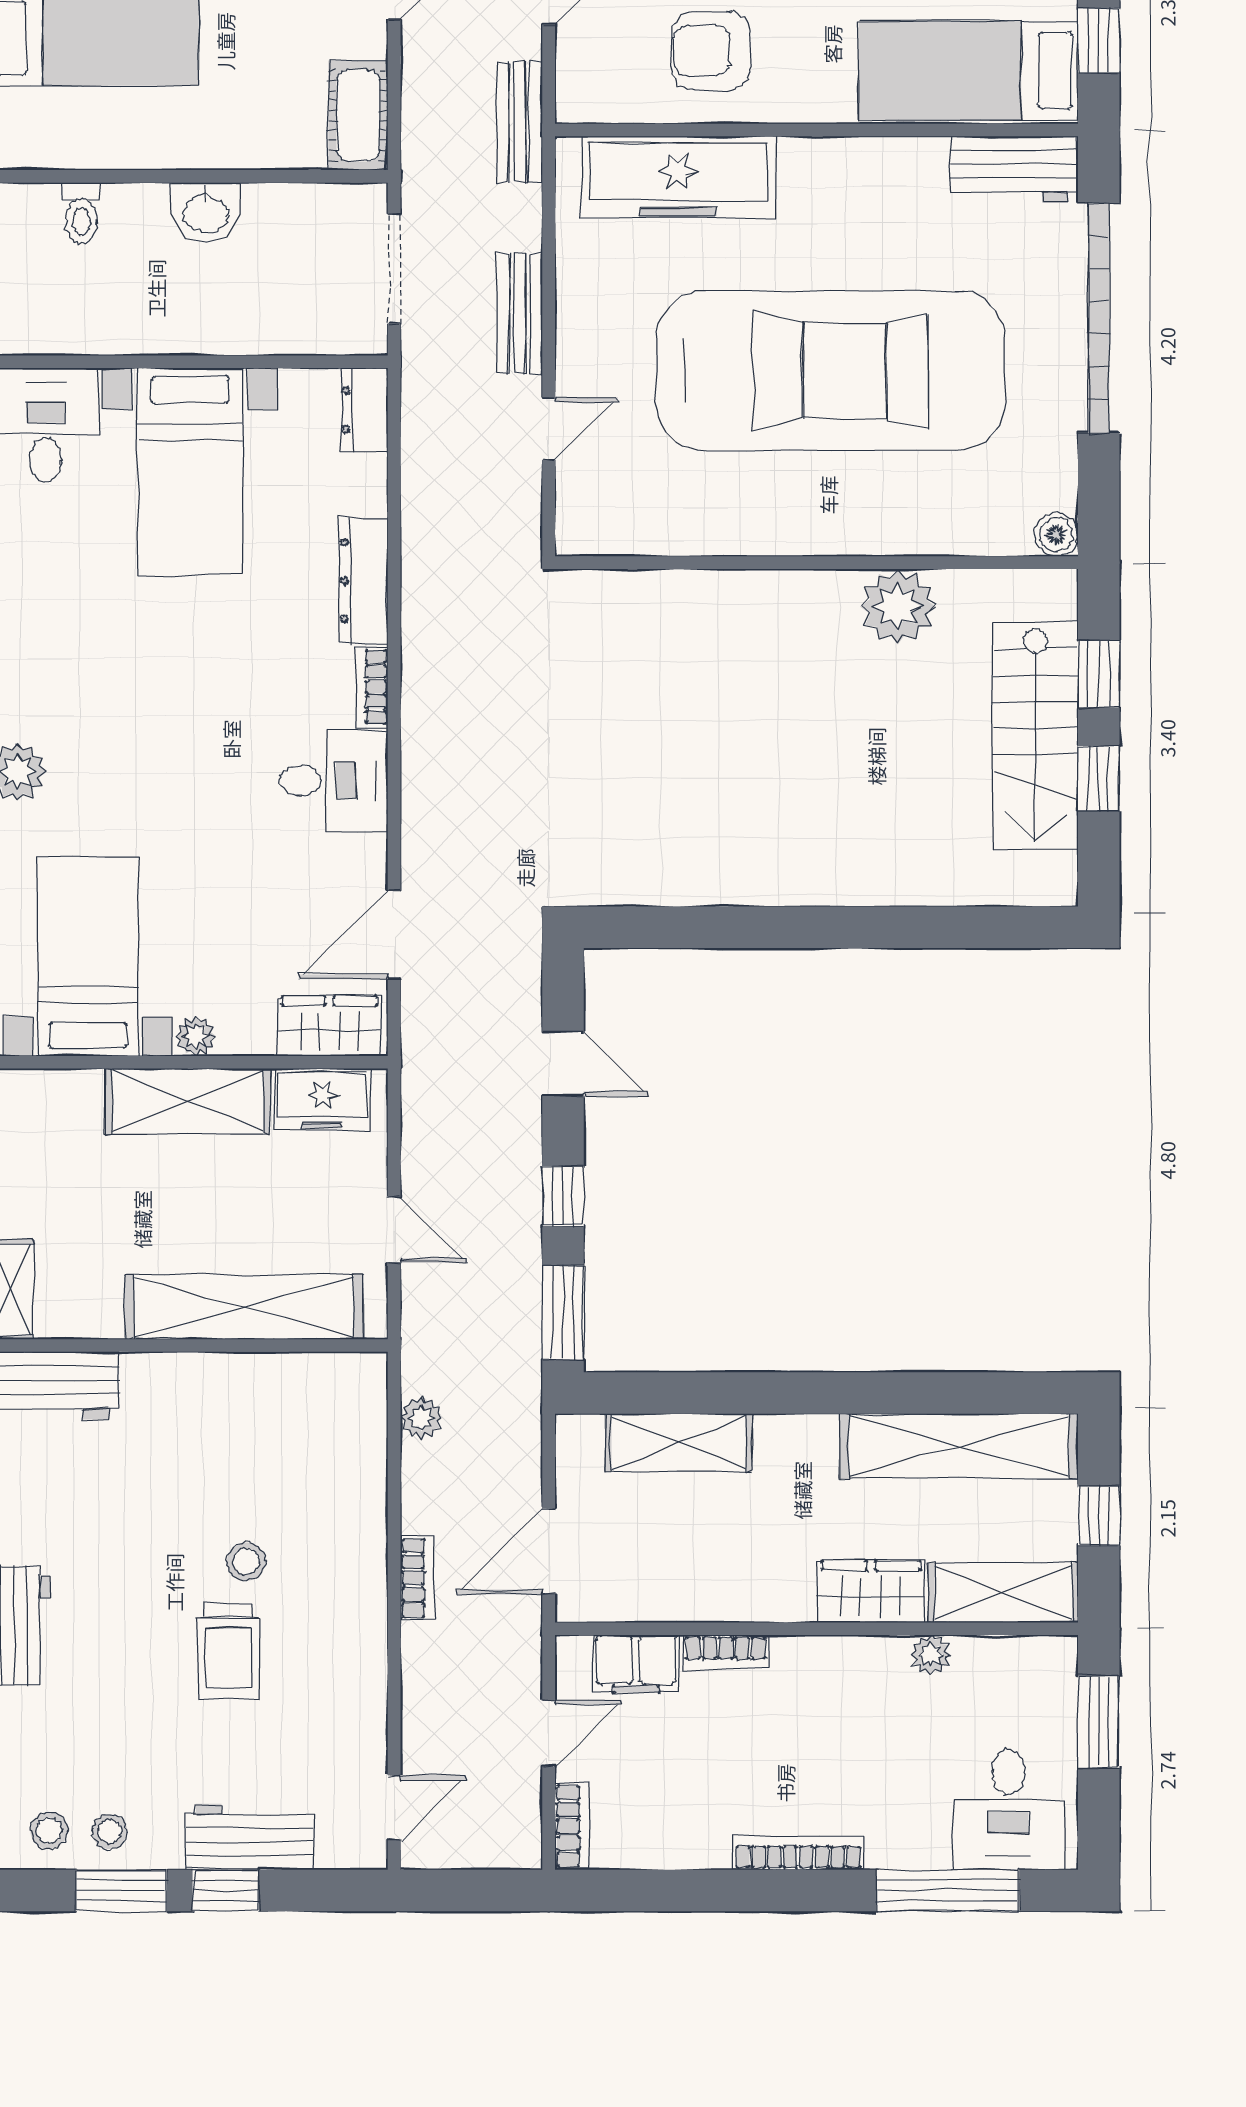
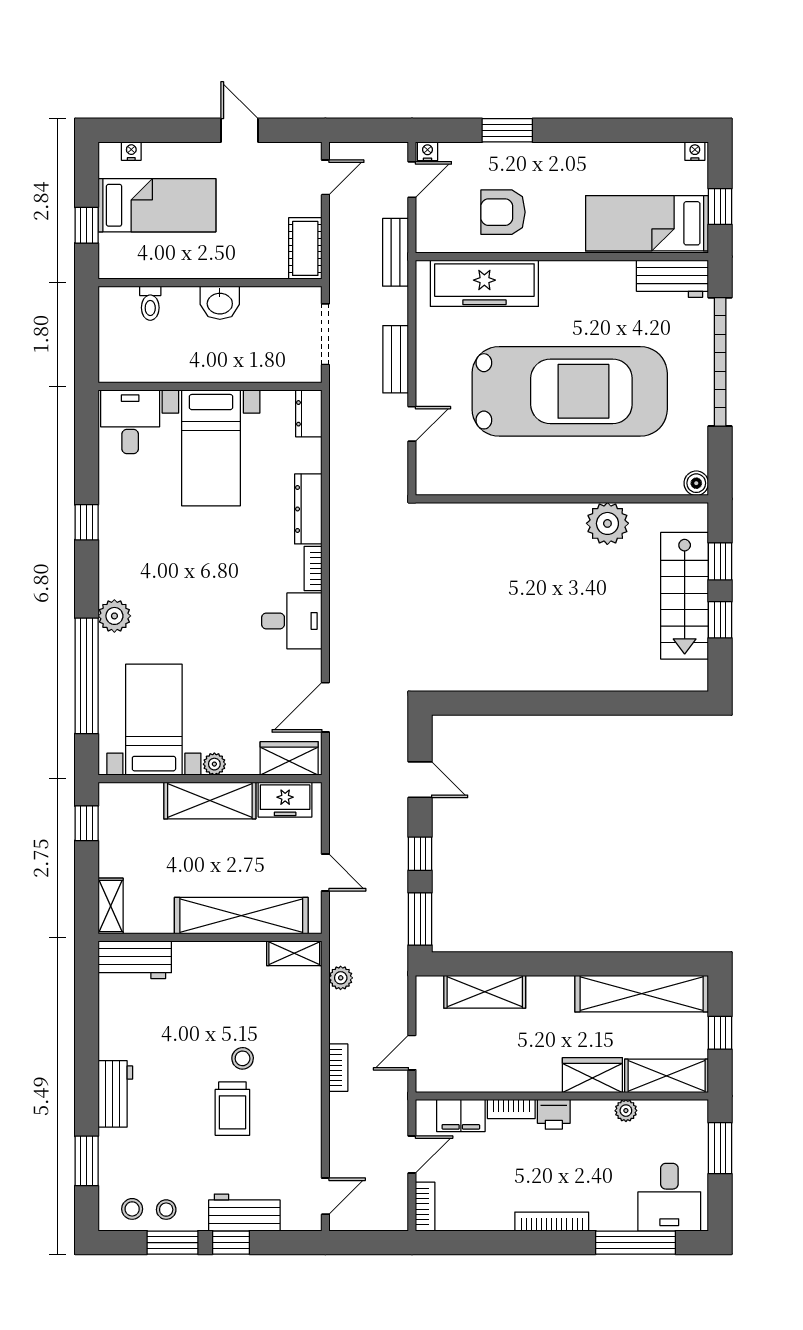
shelving: (339, 1374) -> (294, 953), added
door: (549, 1551) -> (412, 1053), width x0.73
printer: (802, 1662) -> (554, 1114), added

